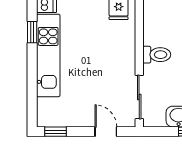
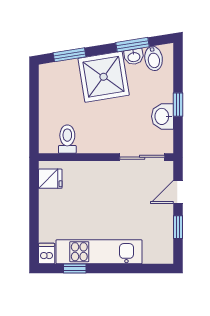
toilet: (157, 55) -> (67, 139), moved
window: (55, 132) -> (178, 227), moved

